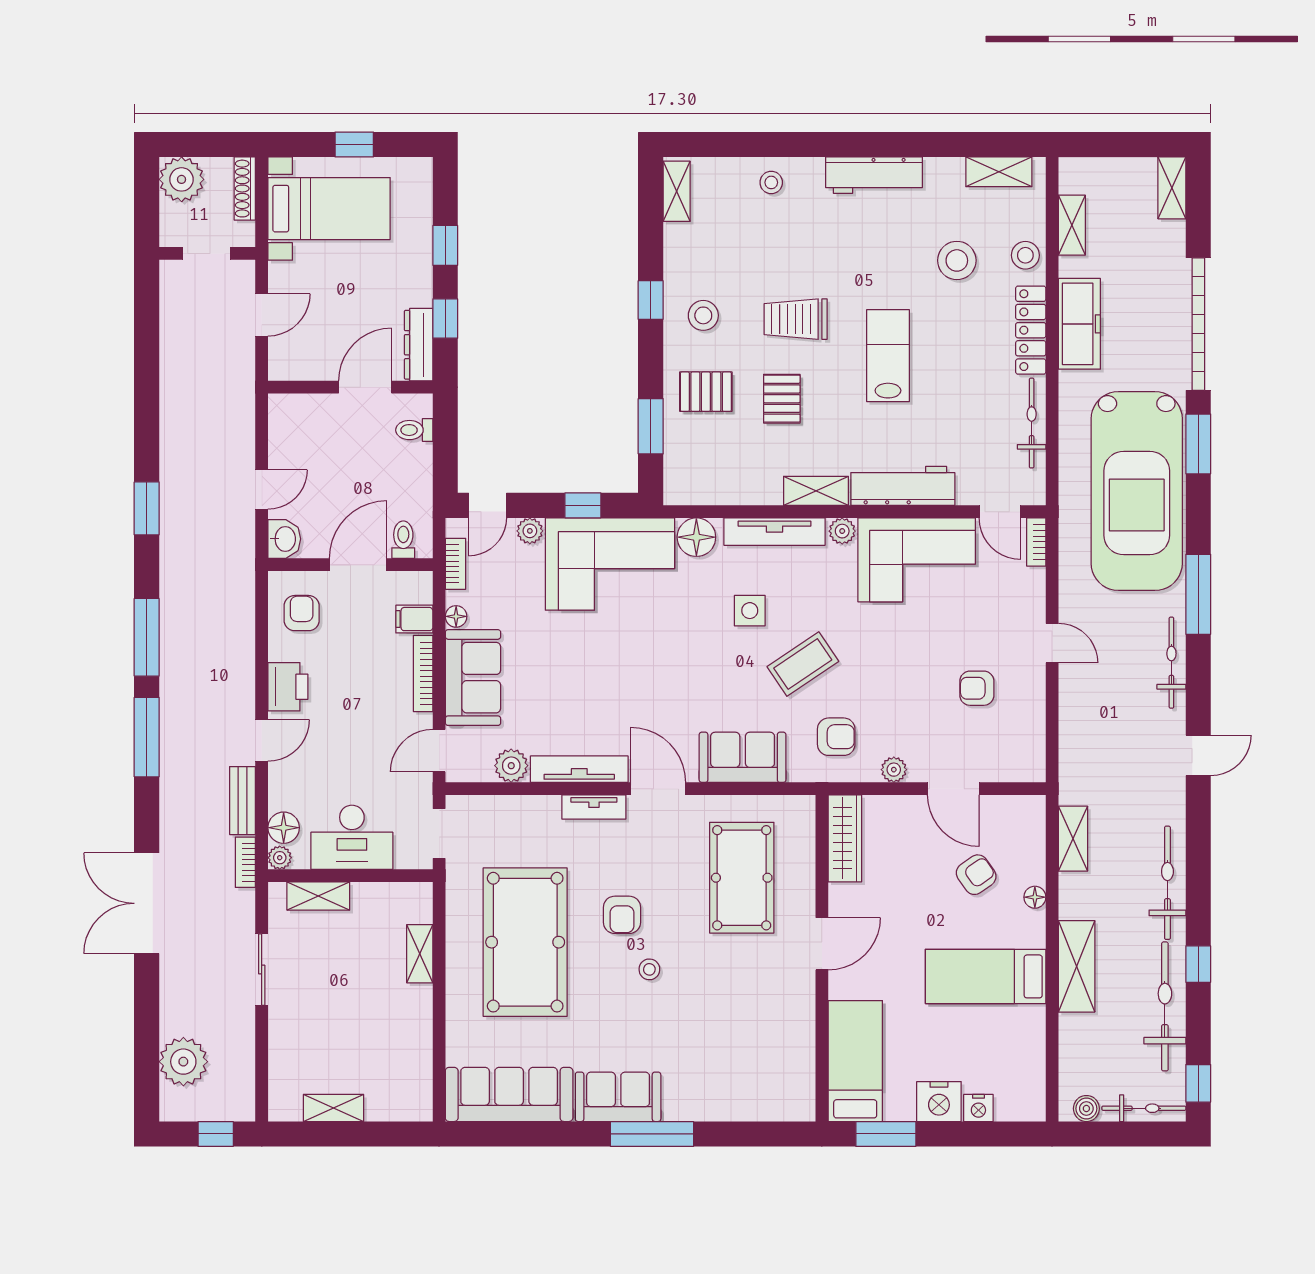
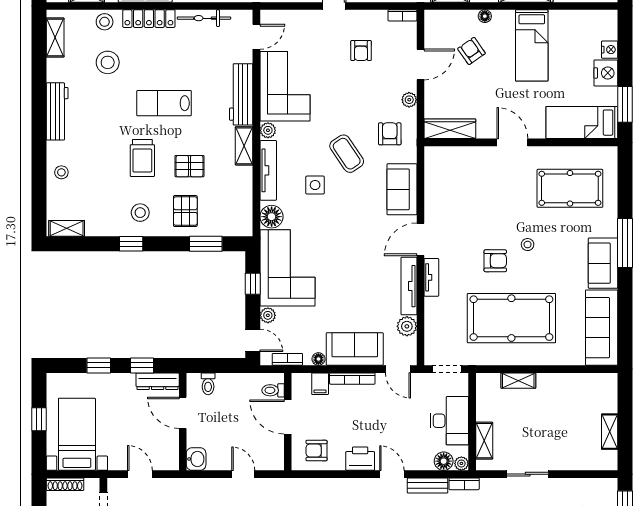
washbasin: (284, 539) -> (196, 459), moved, turned 90
bookcase: (1036, 542) -> (402, 15), moved
pool table: (742, 878) -> (570, 188), moved

